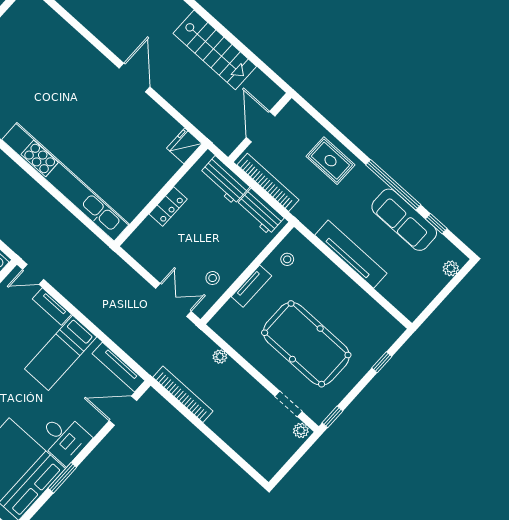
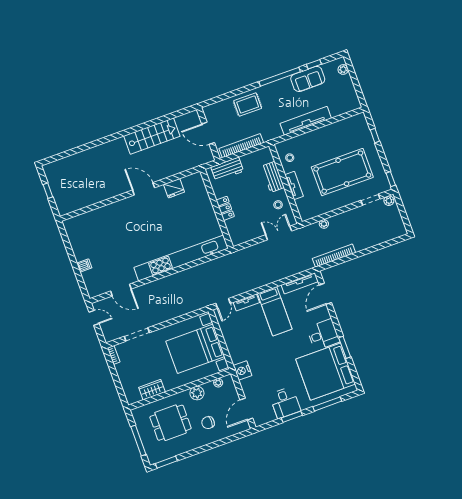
fridge: (184, 146) -> (174, 188), moved, turned -90
workbench: (260, 211) -> (273, 177), moved, turned 90
sofa: (404, 220) -> (308, 79), width x0.73

